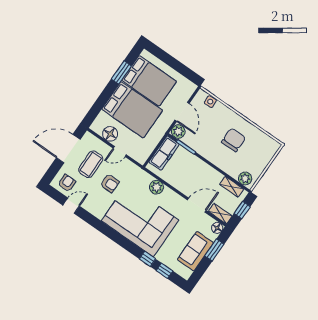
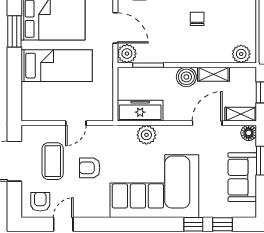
bed: (132, 110) -> (57, 66), width x0.67
floor lamp: (110, 134) -> (51, 111), removed
chair: (234, 140) -> (197, 19), width x0.54, depth x0.54
freezer: (164, 153) -> (140, 111), moved, turned -90
boiler: (204, 170) -> (186, 77), added
armchair: (110, 183) -> (90, 168), turned 180
shelving: (232, 187) -> (213, 74), moved

